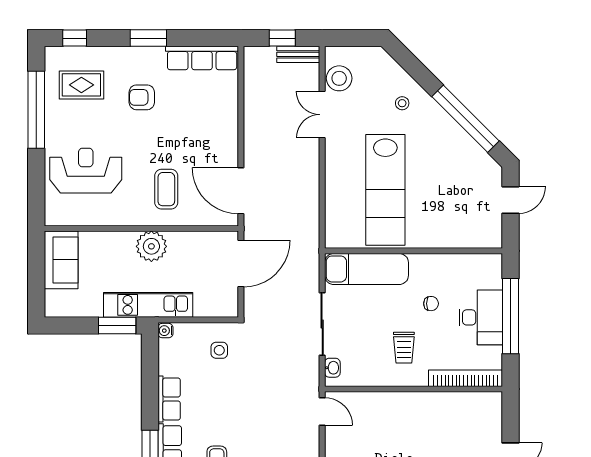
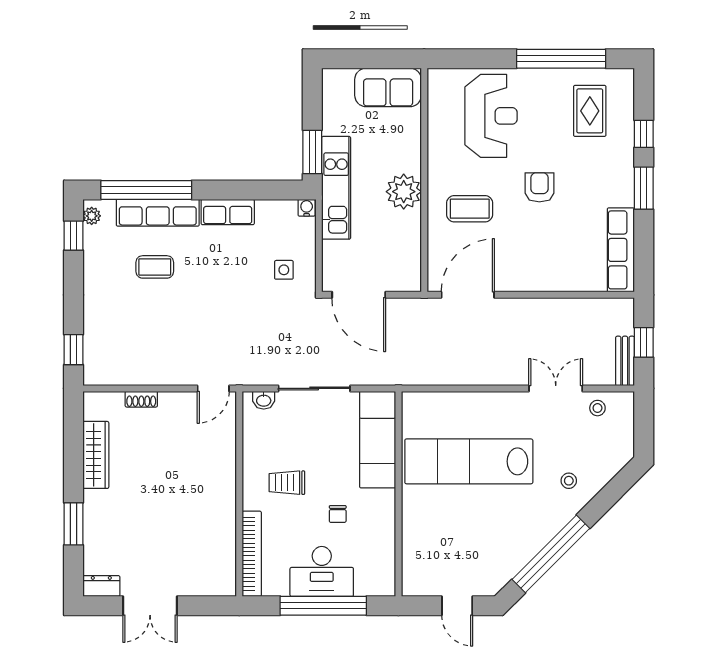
window: (75, 38) -> (644, 134), moved
stool: (339, 78) -> (597, 408), width x0.53, depth x0.53
armchair: (142, 97) -> (539, 187), moved
door: (241, 264) -> (359, 295), moved

